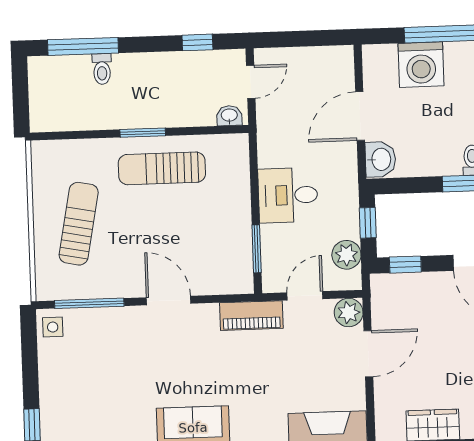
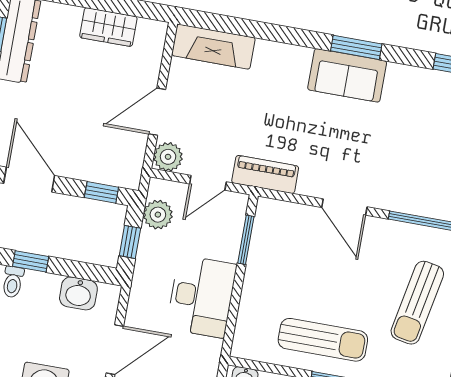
washbasin: (380, 159) -> (78, 293), moved, turned -90
desk: (288, 195) -> (202, 296), width x1.37

